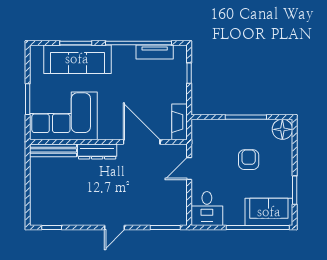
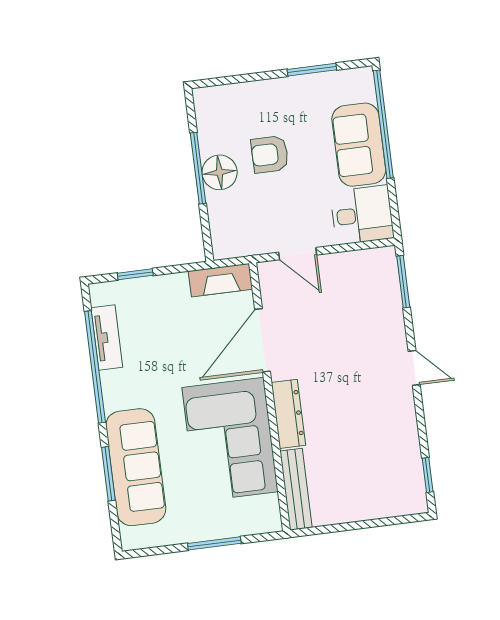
corner sofa: (63, 116) -> (230, 440), moved
floor lamp: (282, 129) -> (220, 172), moved
sofa: (269, 212) -> (359, 145), moved

